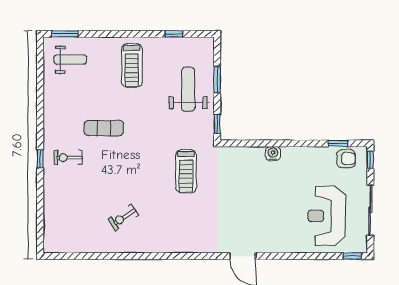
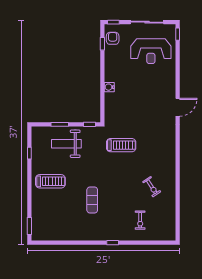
weight bench: (70, 60) -> (46, 223), removed
exercise bike: (68, 158) -> (140, 220), moved

